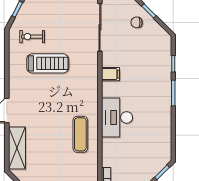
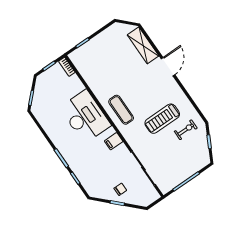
desk: (117, 117) -> (85, 117), width x1.36, depth x1.30
exercise mat: (80, 134) -> (121, 110), moved

